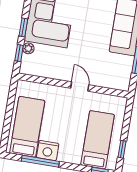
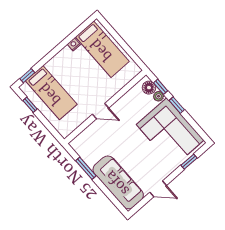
floor lamp: (28, 62) -> (149, 88), added
nightstand: (48, 151) -> (74, 44), width x0.53, depth x0.56
window: (40, 161) -> (70, 38), removed

